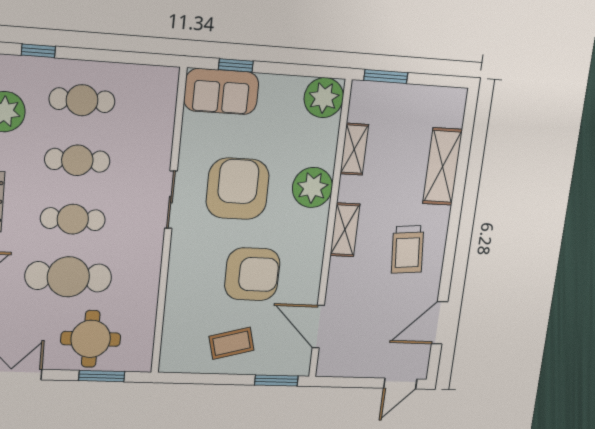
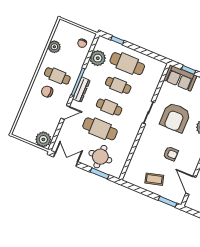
cafe table: (82, 100) -> (127, 64), width x1.37, depth x1.35
armchair: (238, 189) -> (175, 118), turned 180
armchair: (252, 274) -> (171, 154), width x0.53, depth x0.53

